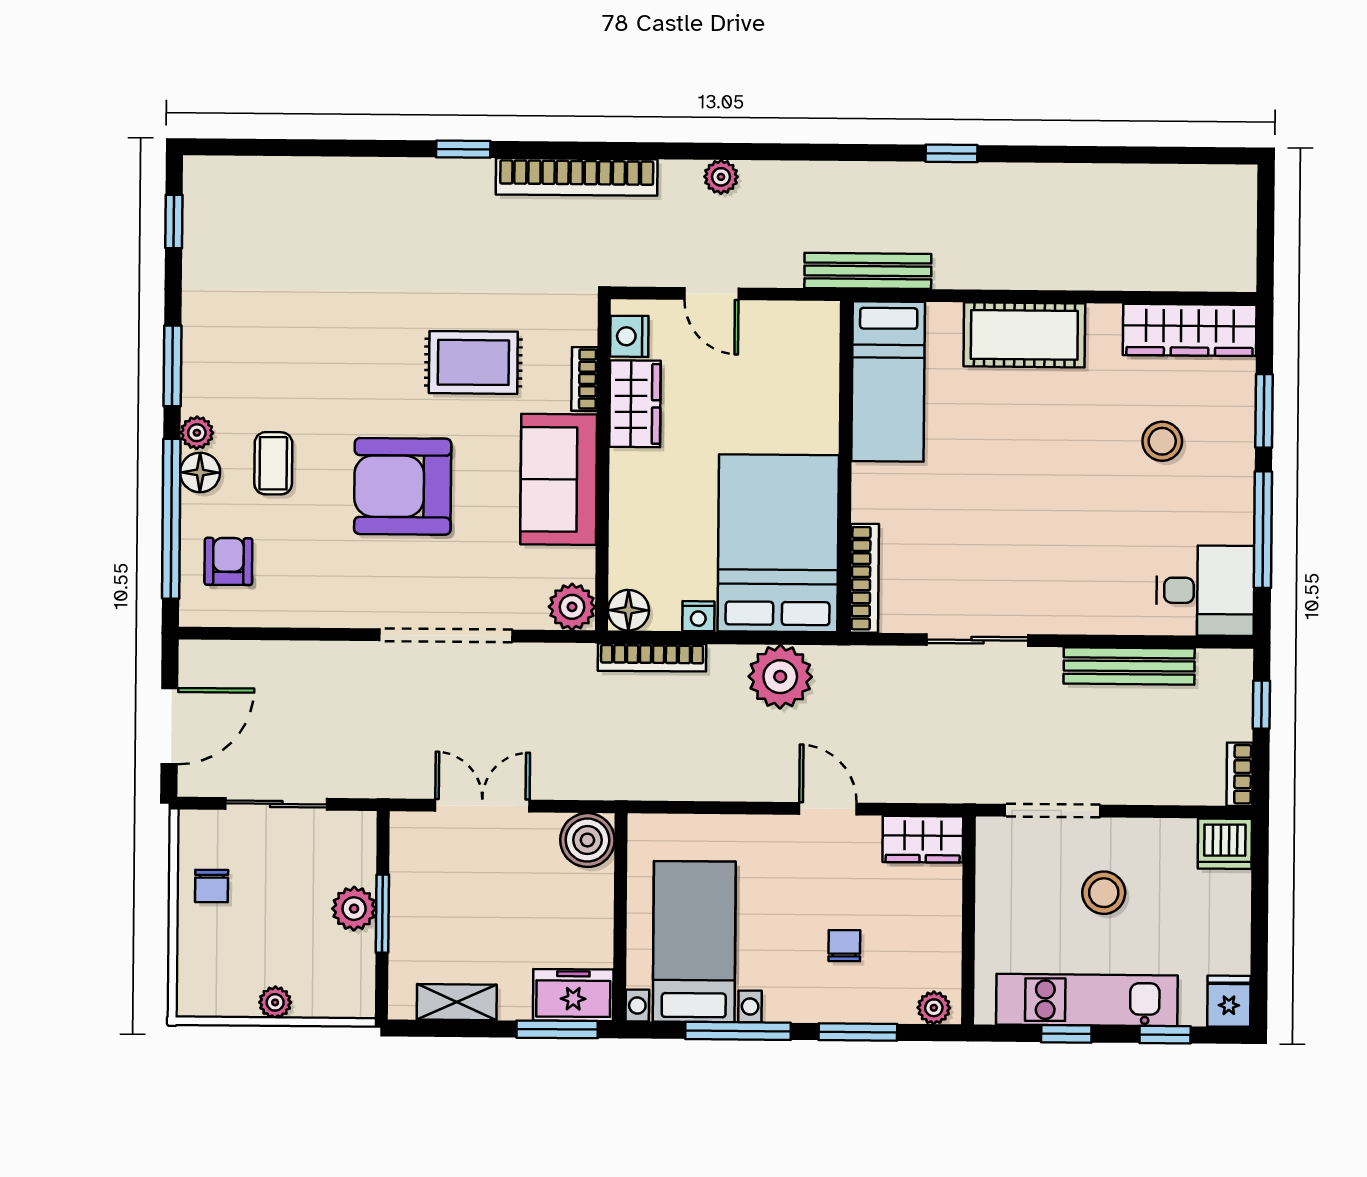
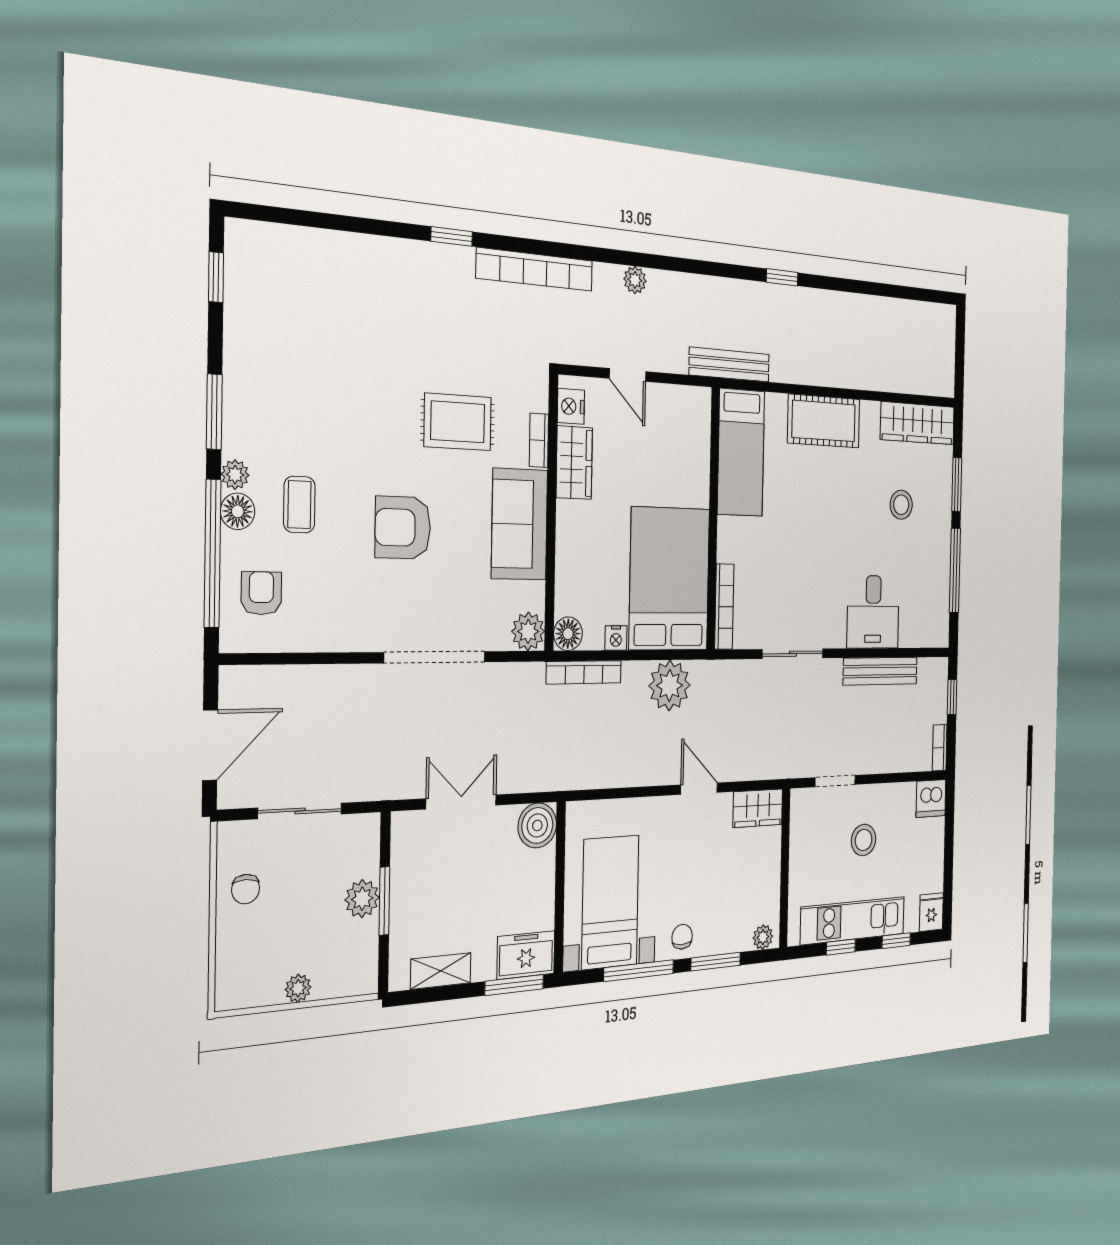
armchair: (403, 486) -> (403, 528), width x0.73, depth x0.73
desk: (1205, 591) -> (873, 612), moved, turned 90
doorway: (1052, 811) -> (835, 781), width x0.73
chair: (844, 946) -> (682, 937), moved

